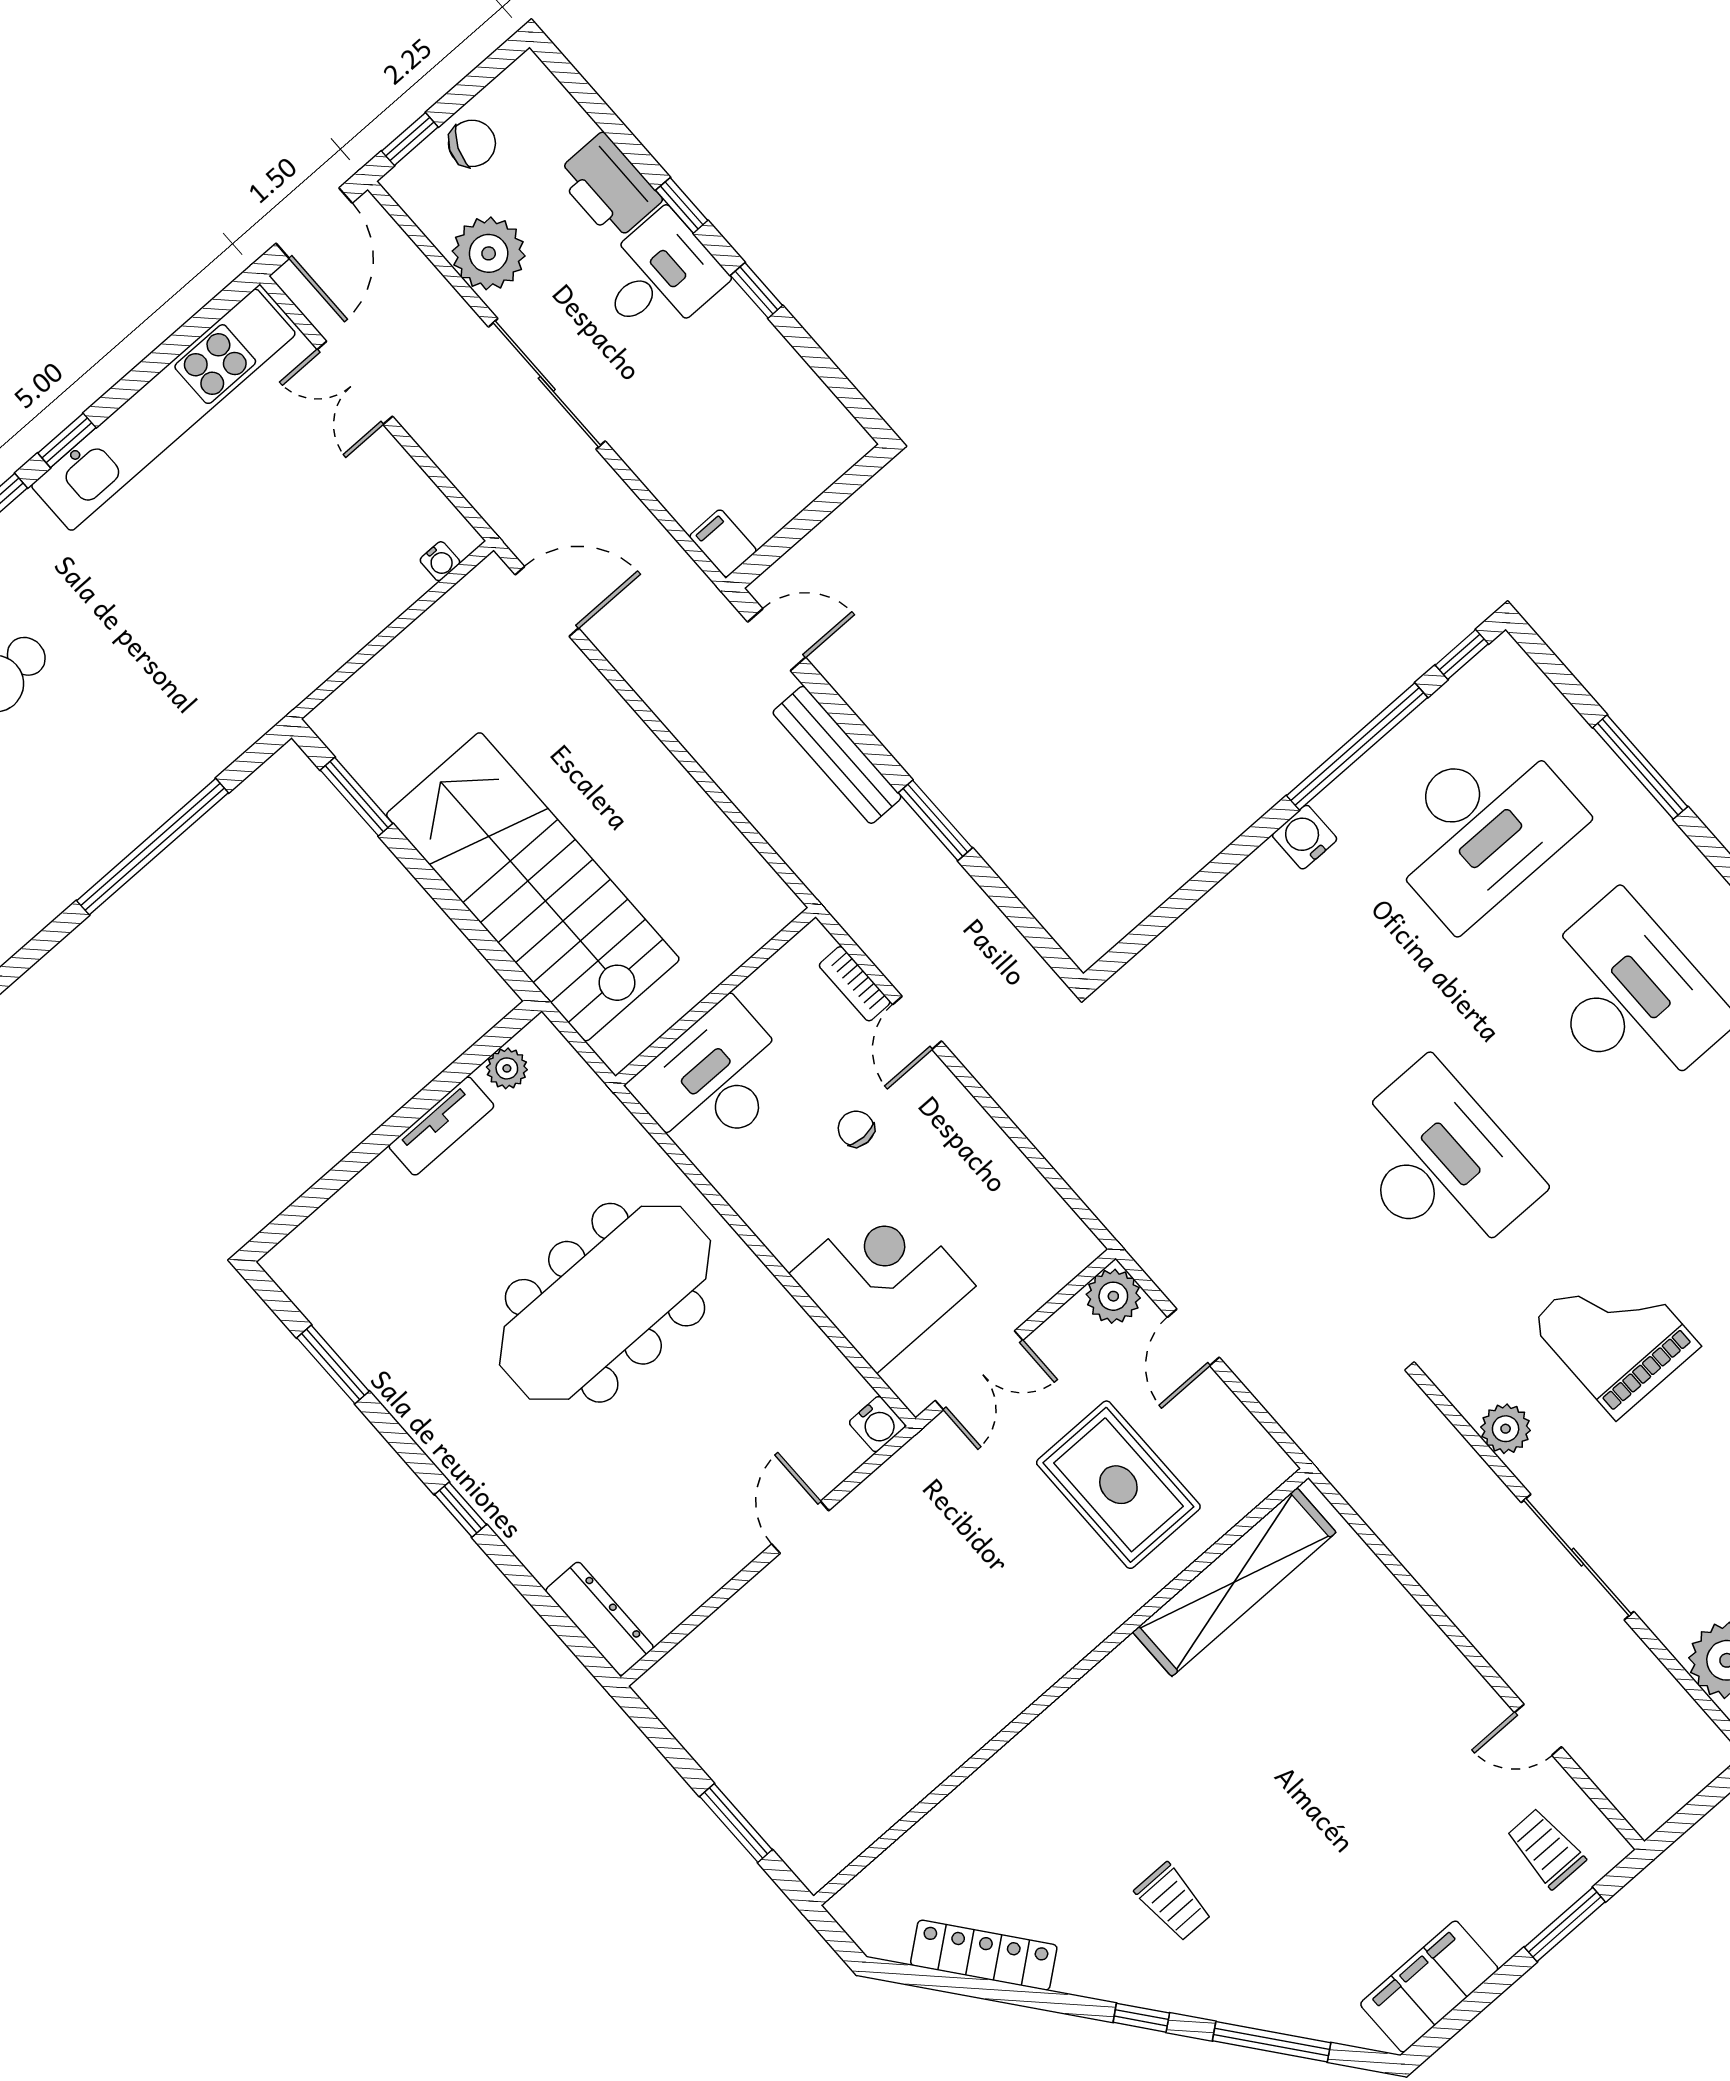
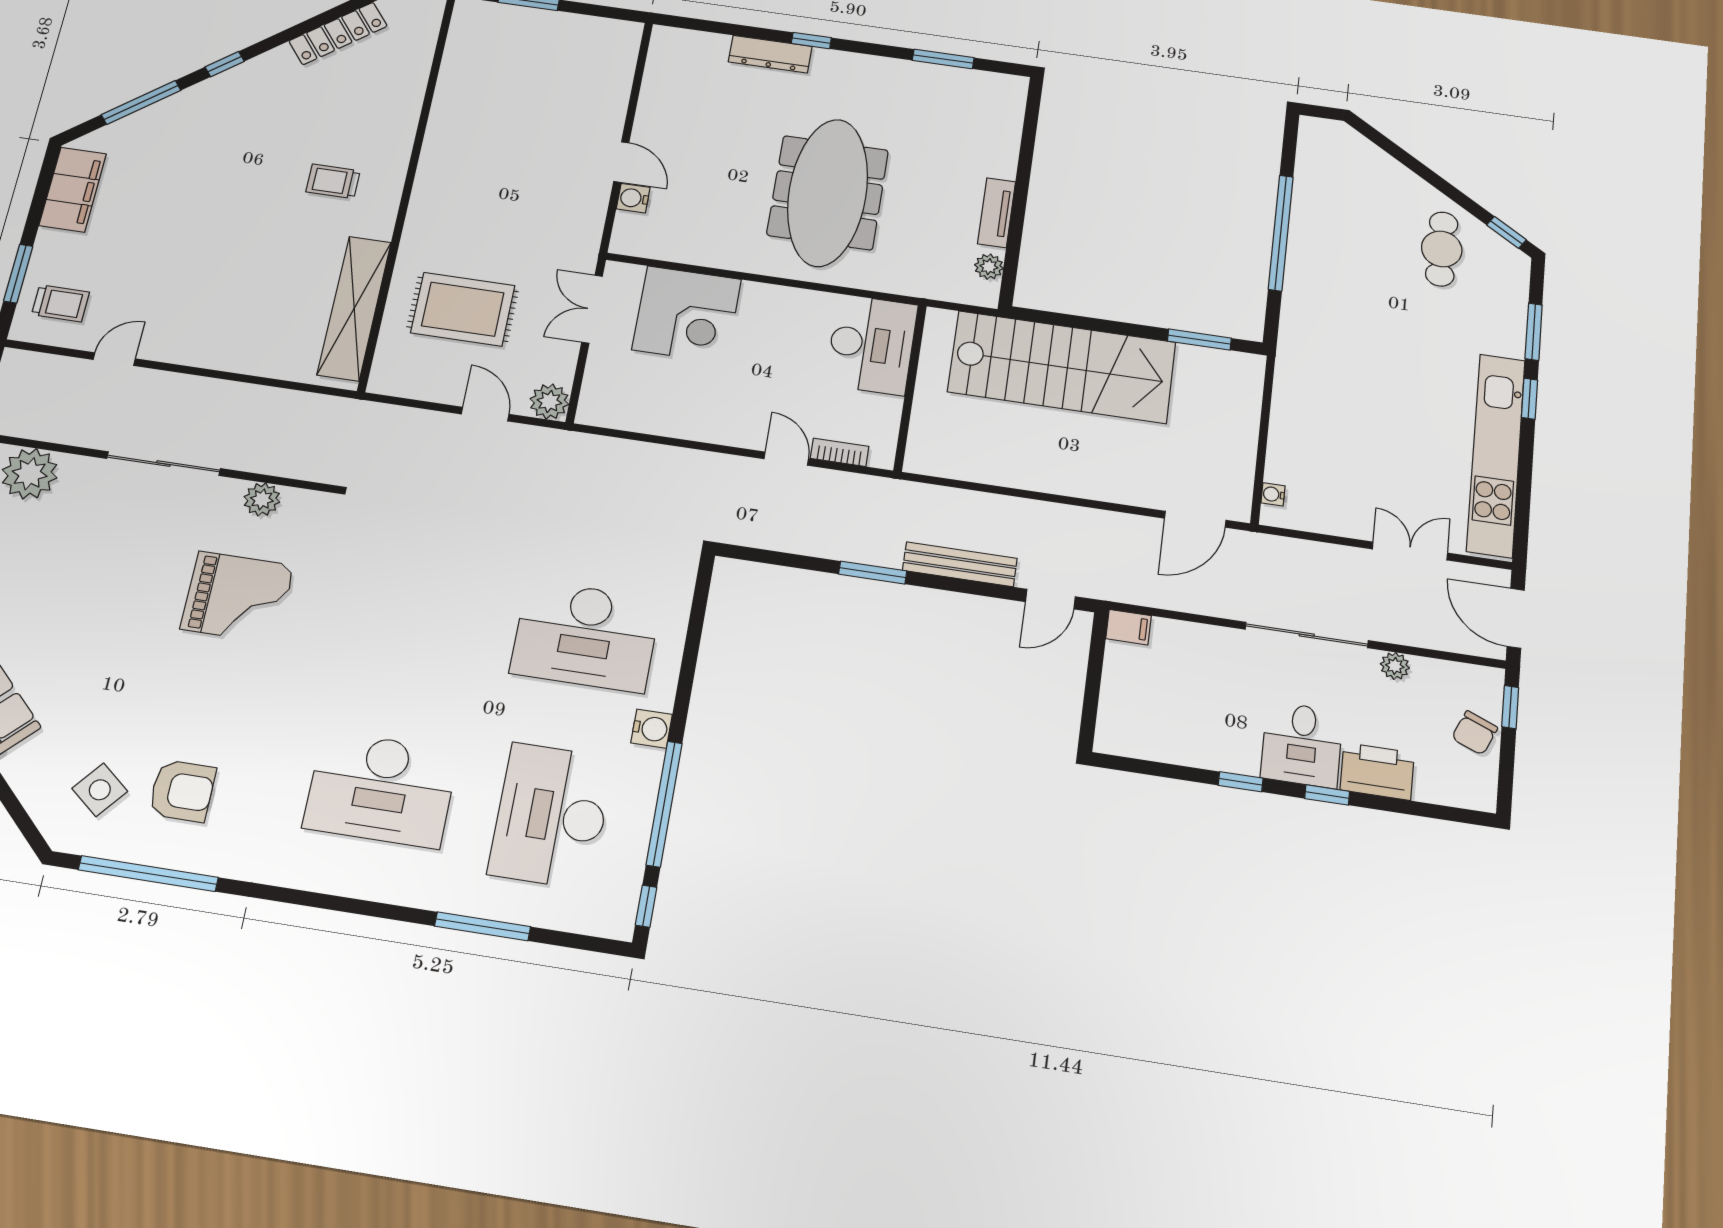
plant: (489, 253) -> (1395, 666), width x0.53, depth x0.53
chair: (856, 1129) -> (771, 379), removed
desk: (1439, 1164) -> (585, 636), moved
water cooler: (877, 1424) -> (633, 198), moved
dresser: (600, 1619) -> (770, 54), moved
trolley: (1173, 1902) -> (333, 181), moved

